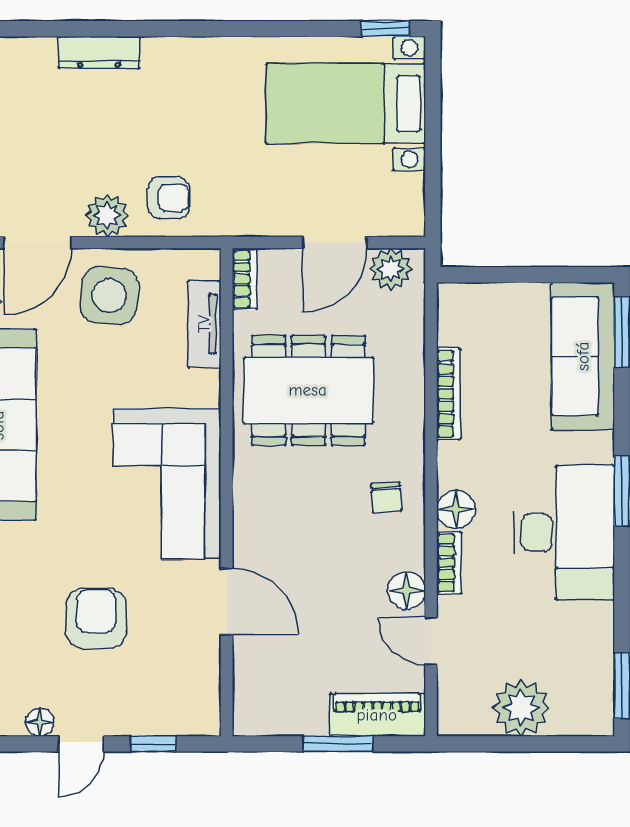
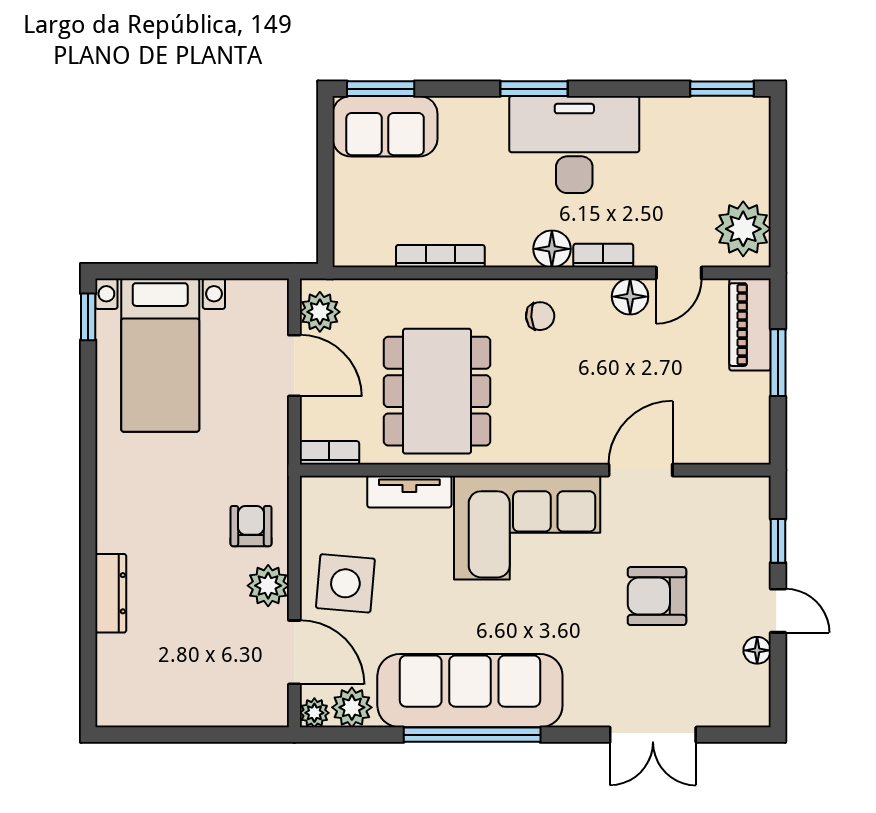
tv unit: (204, 324) -> (409, 492), moved
sofa: (583, 356) -> (385, 126), width x0.73
plant: (521, 708) -> (743, 229), moved

